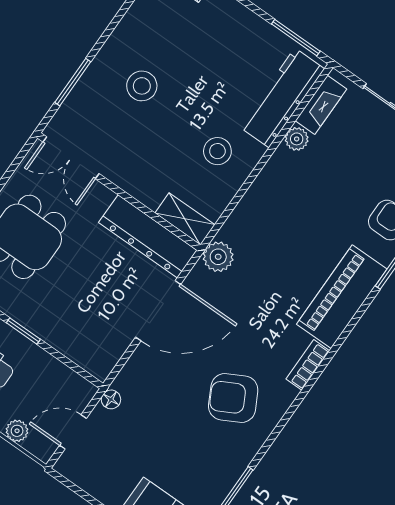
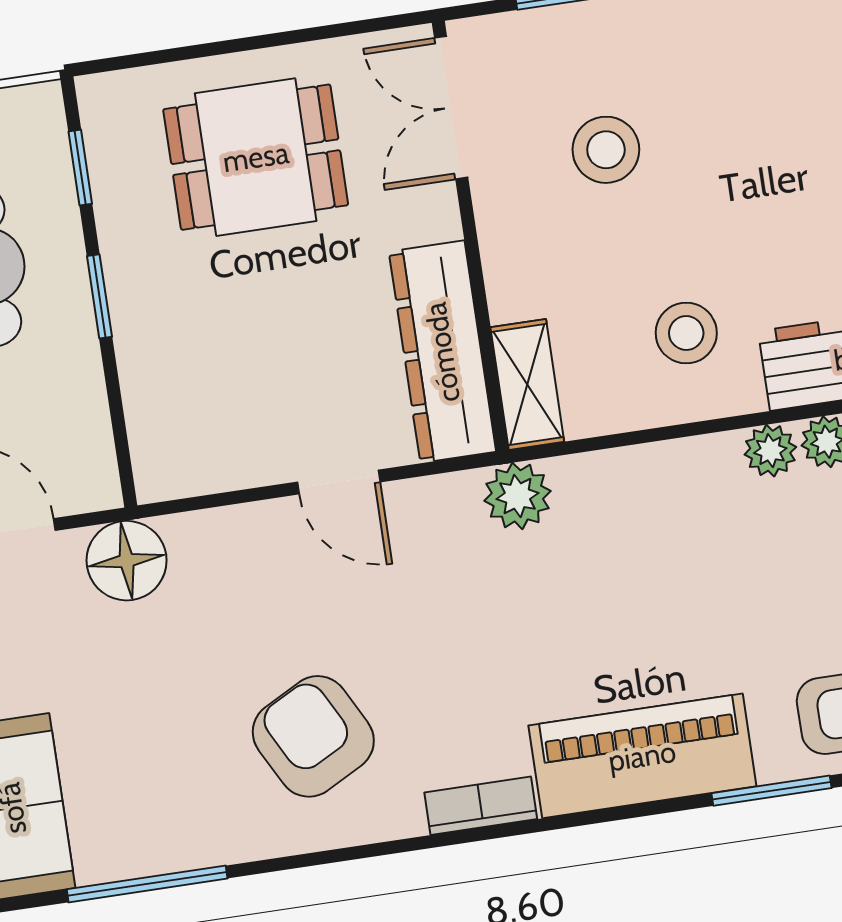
stool: (142, 86) -> (606, 150), moved
plant: (282, 160) -> (770, 451), added
door: (158, 311) -> (339, 482), width x0.53
floor lamp: (111, 399) -> (127, 561), width x1.89, depth x1.89

